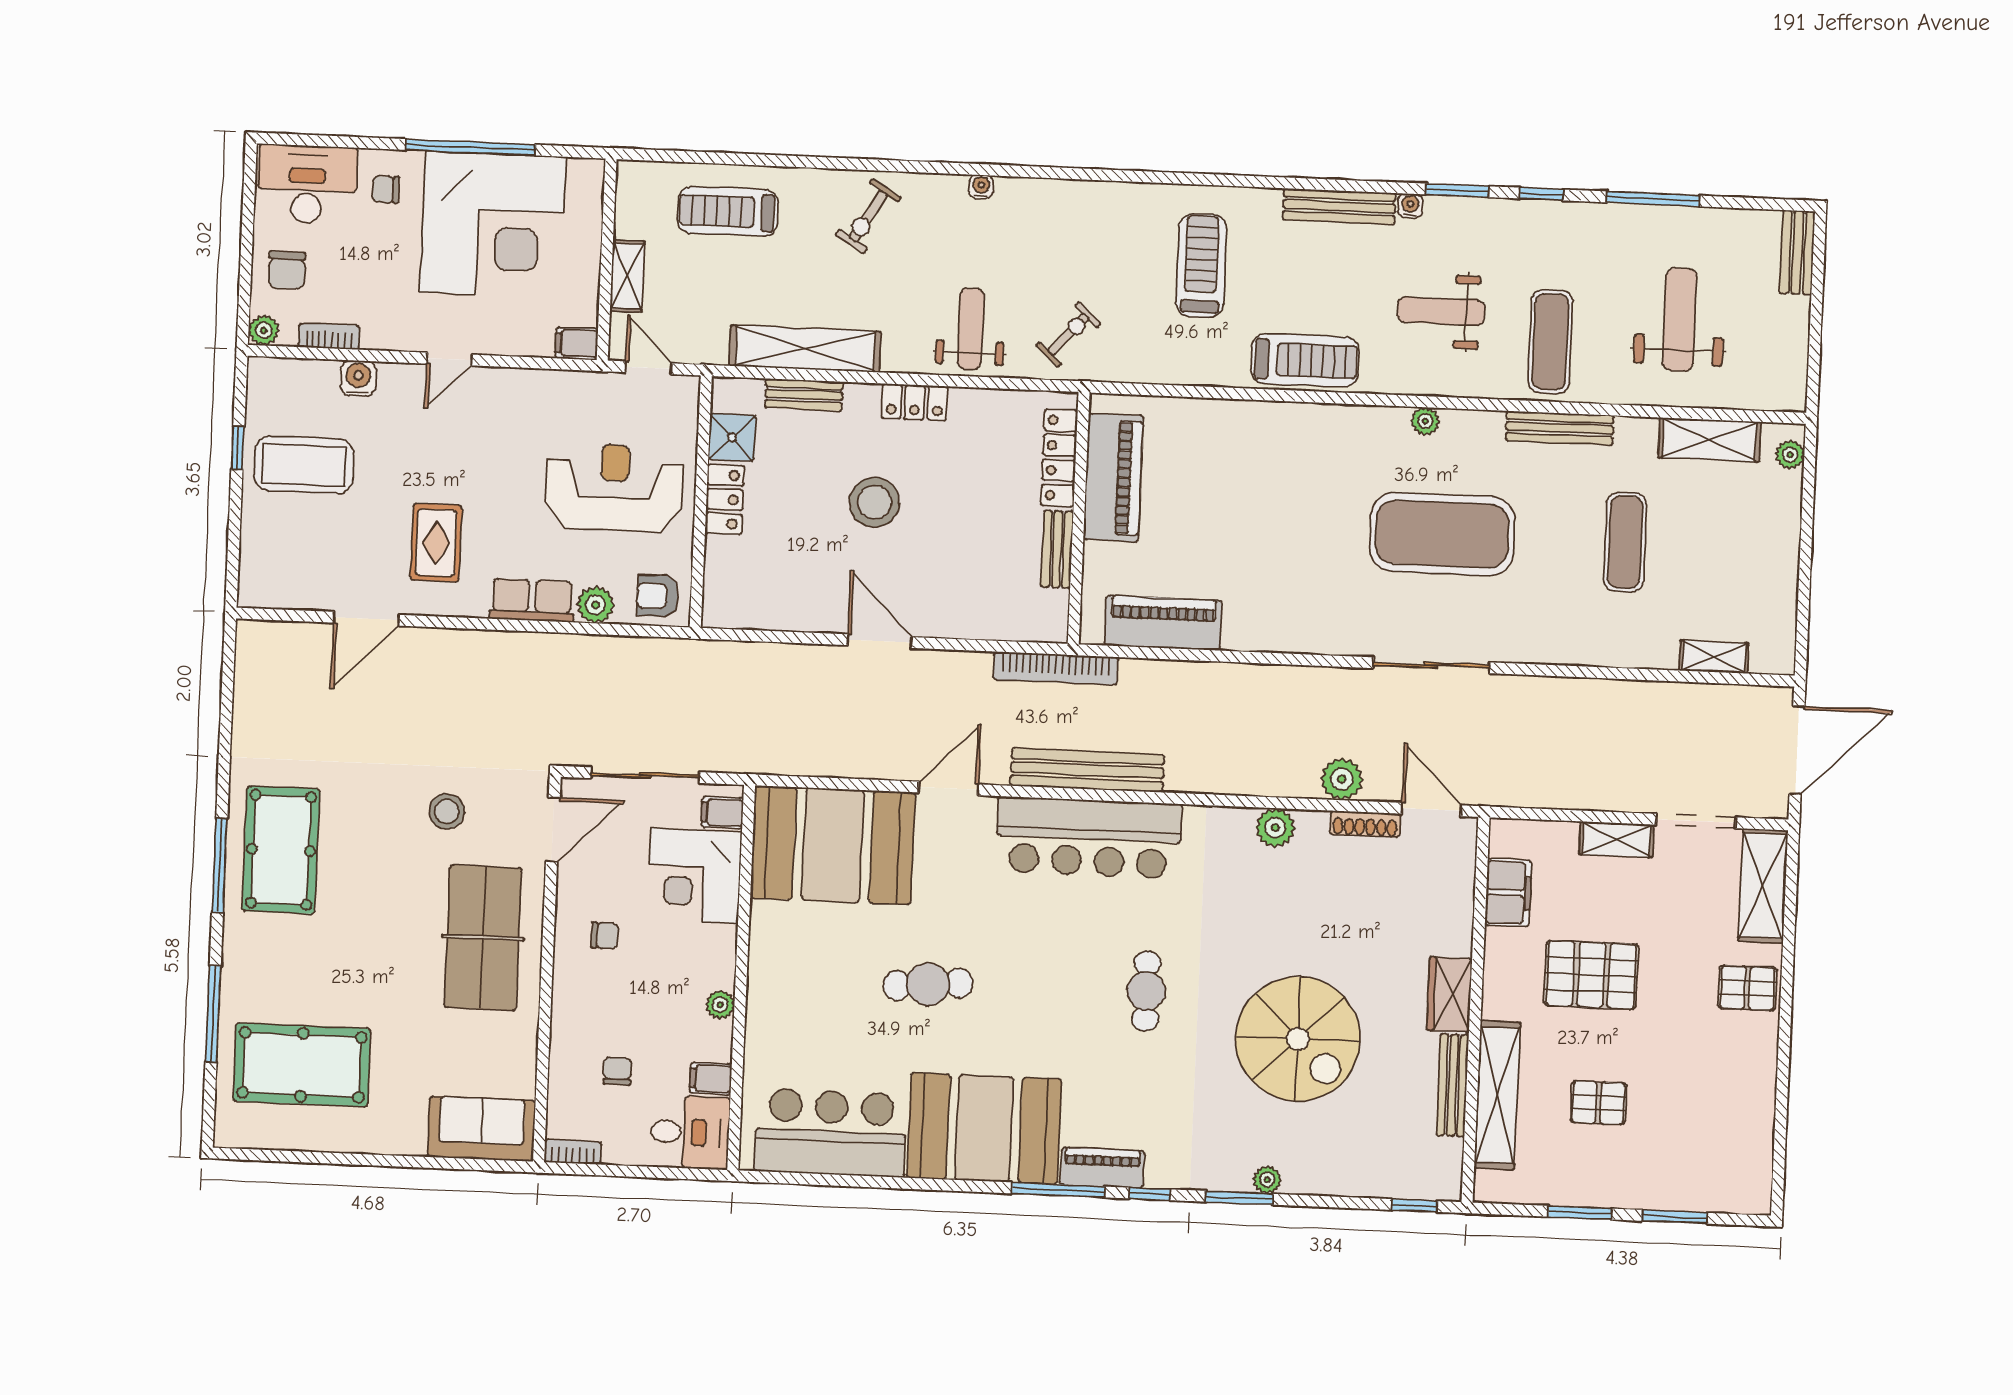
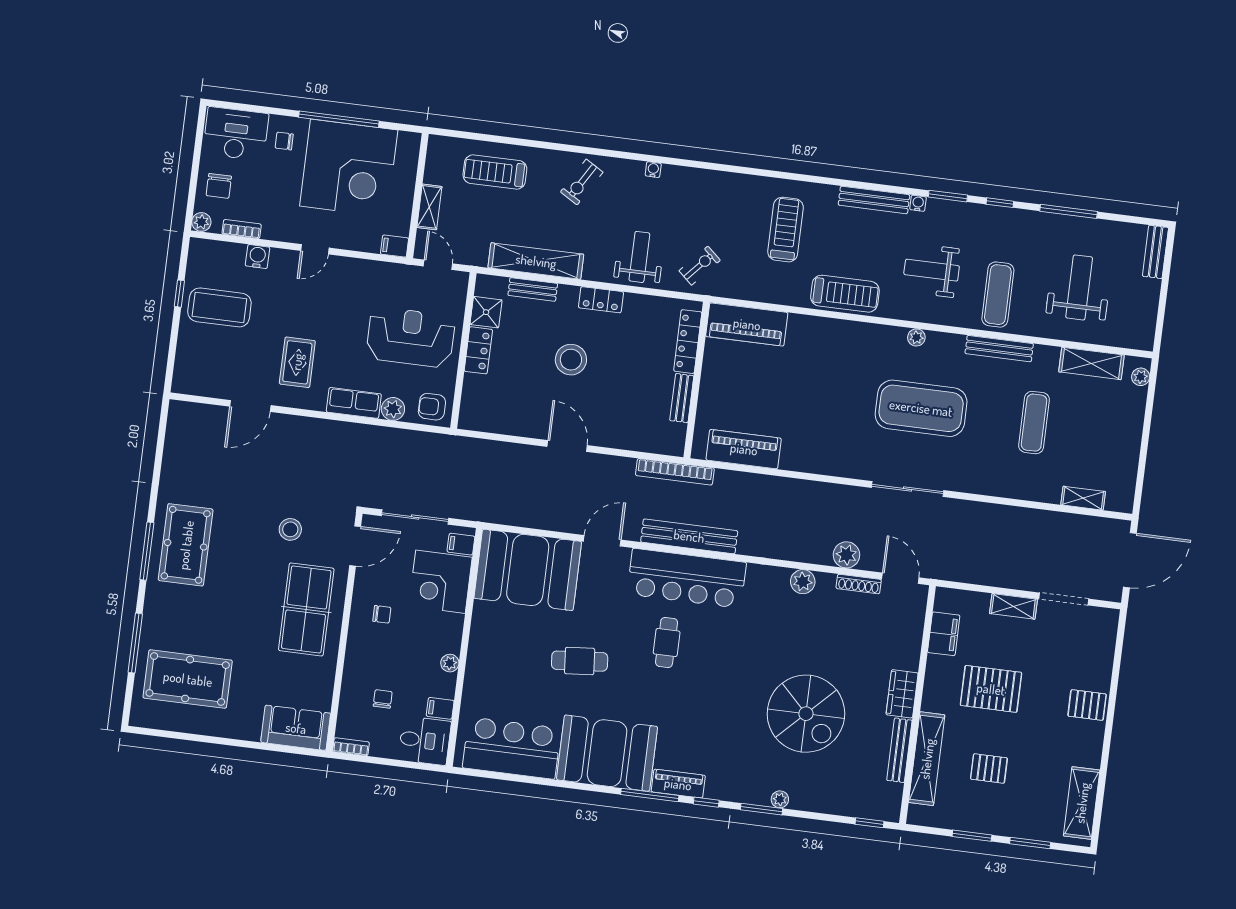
piano: (1113, 477) -> (747, 324), moved, turned 90
shelving: (1763, 886) -> (1082, 803), moved
cafe table: (1146, 991) -> (667, 642), moved

